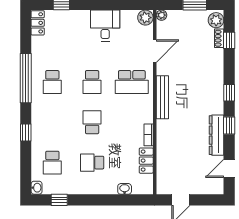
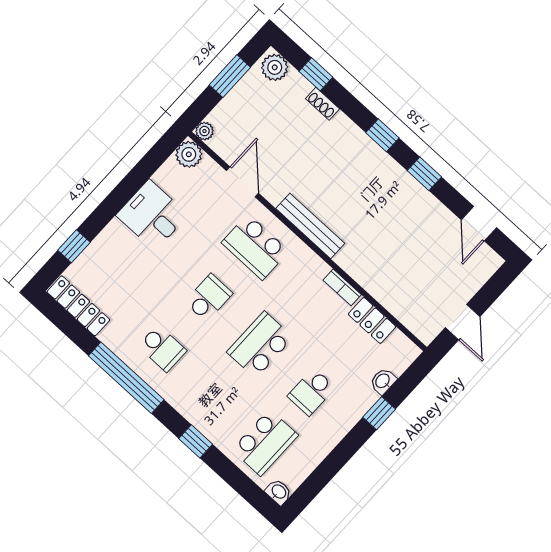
locker: (38, 23) -> (78, 306), width x1.53
shoe rack: (219, 38) -> (322, 104), moved
school desk: (92, 82) -> (209, 298), turned -90
school desk: (132, 82) -> (255, 247), turned 90
school desk: (92, 122) -> (260, 345), width x1.85
dresser: (217, 135) -> (422, 201), removed
school desk: (52, 163) -> (265, 442), width x1.85
window: (59, 200) -> (379, 413), moved

